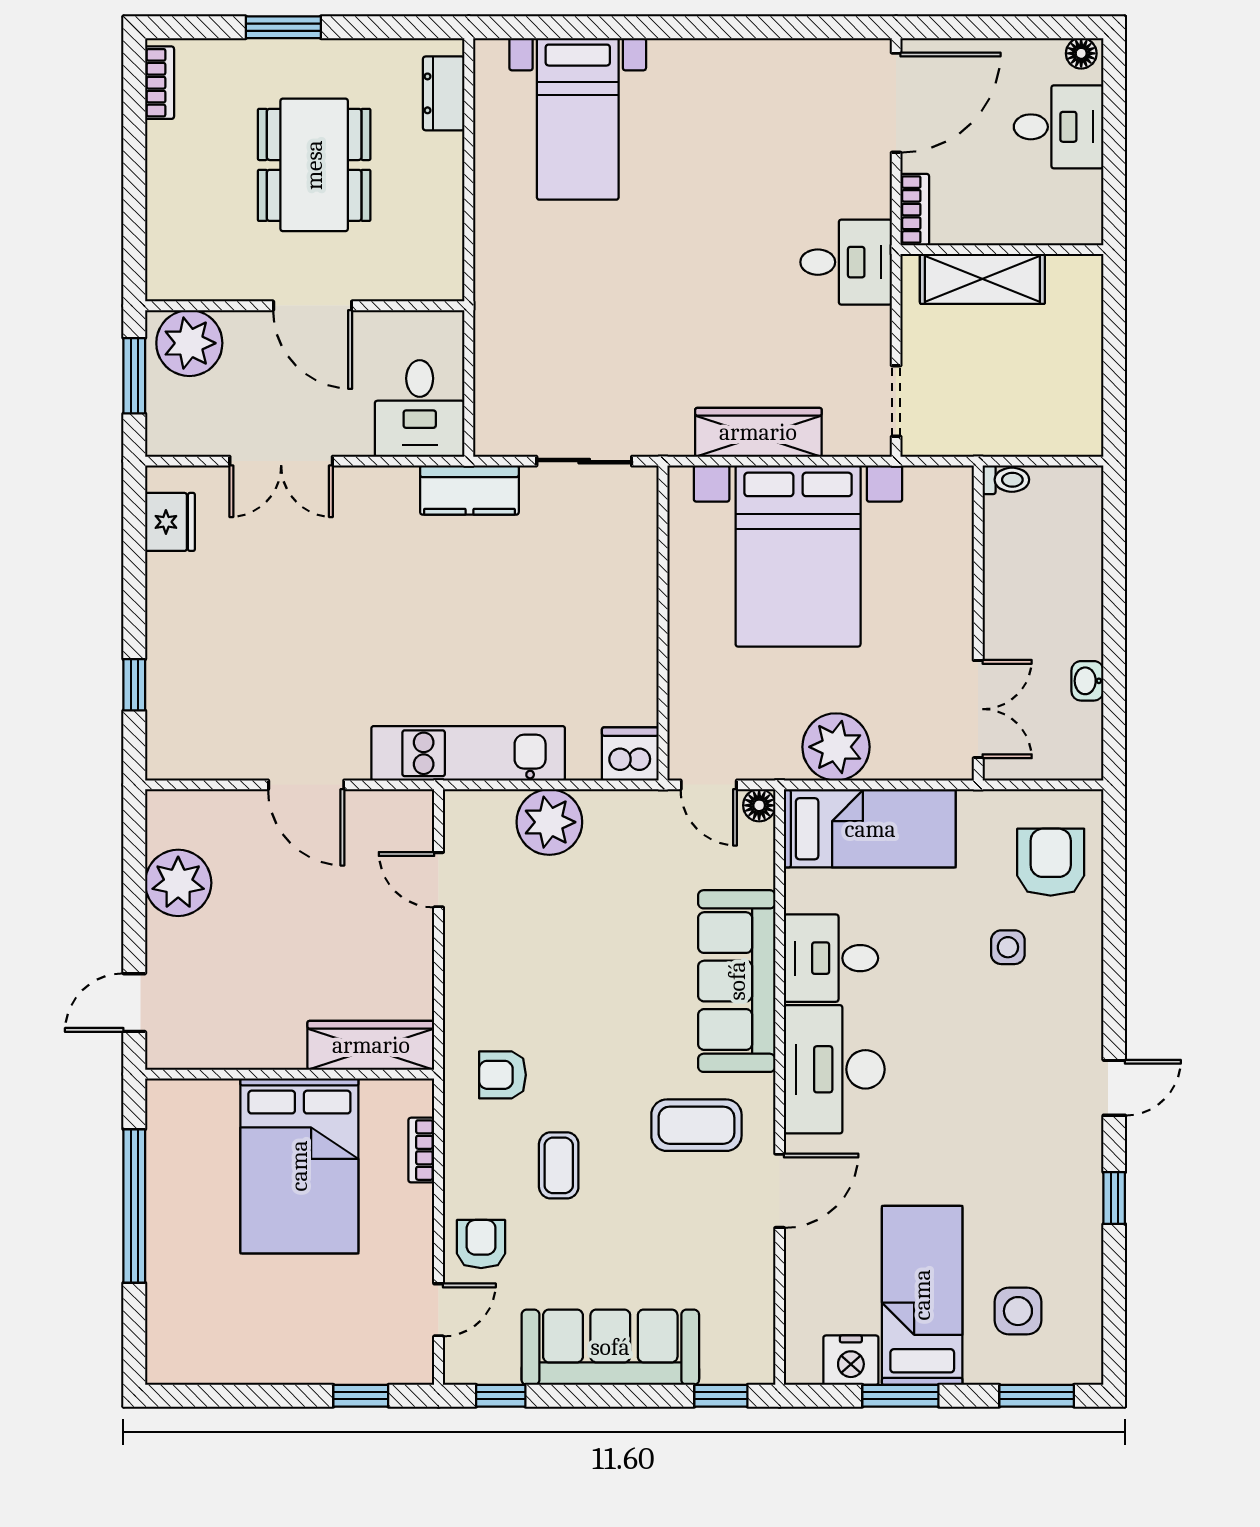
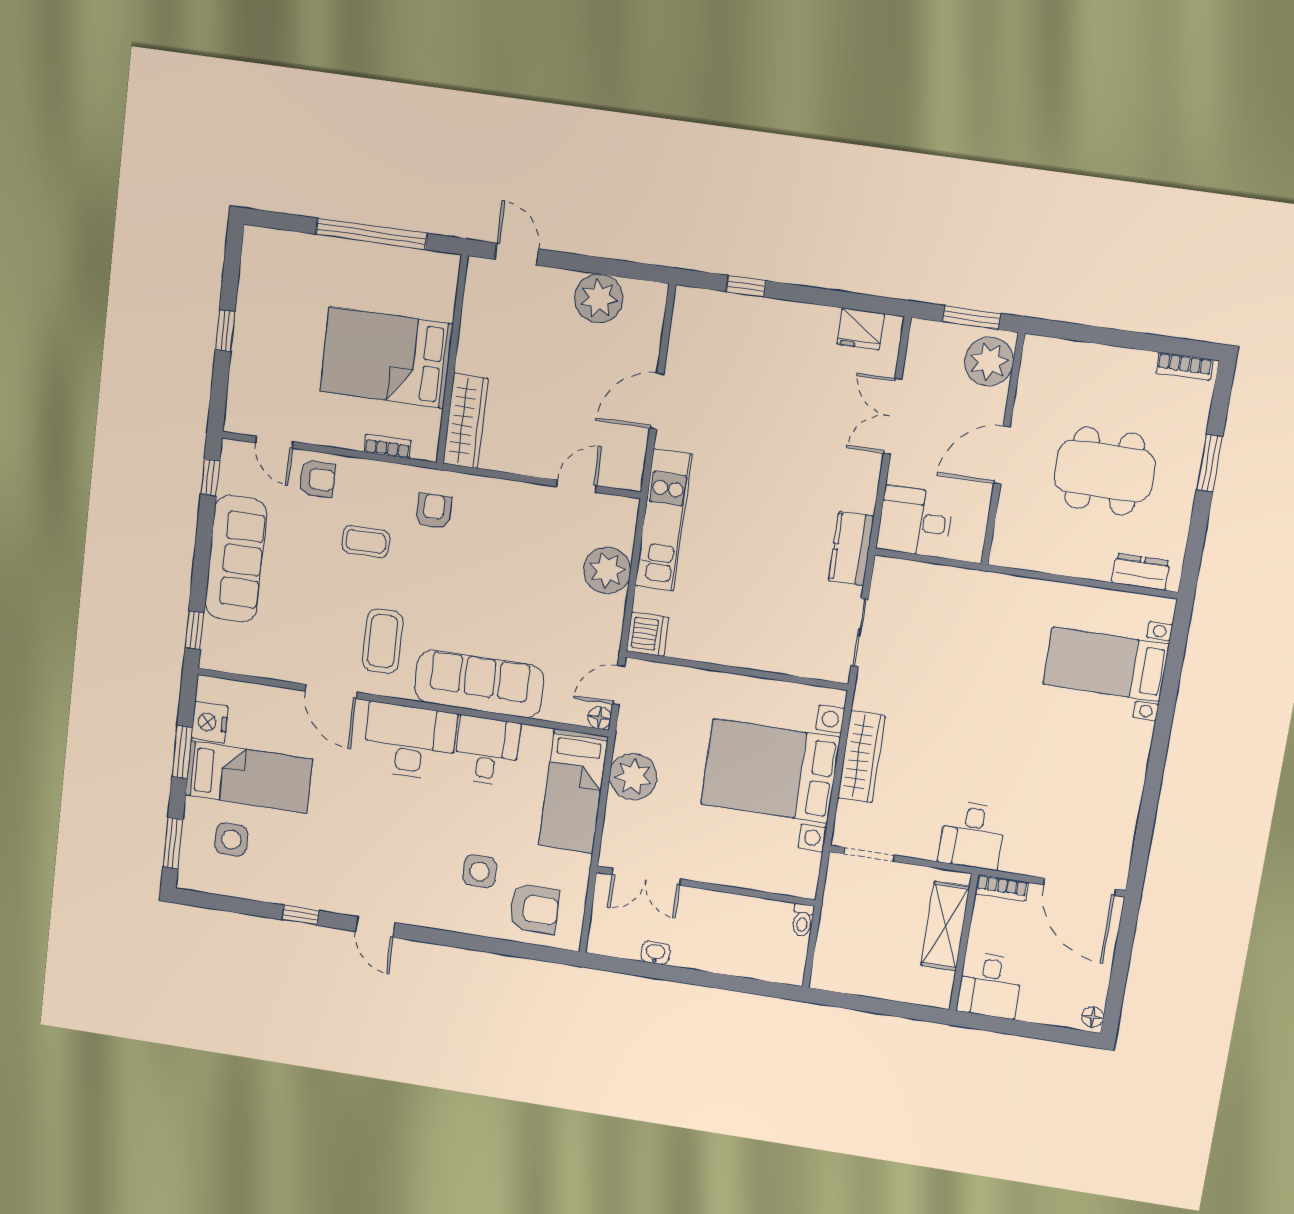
desk: (1059, 127) -> (990, 985), moved
side table: (1008, 947) -> (480, 871), width x1.37, depth x1.37
window: (361, 1396) -> (225, 331), moved

